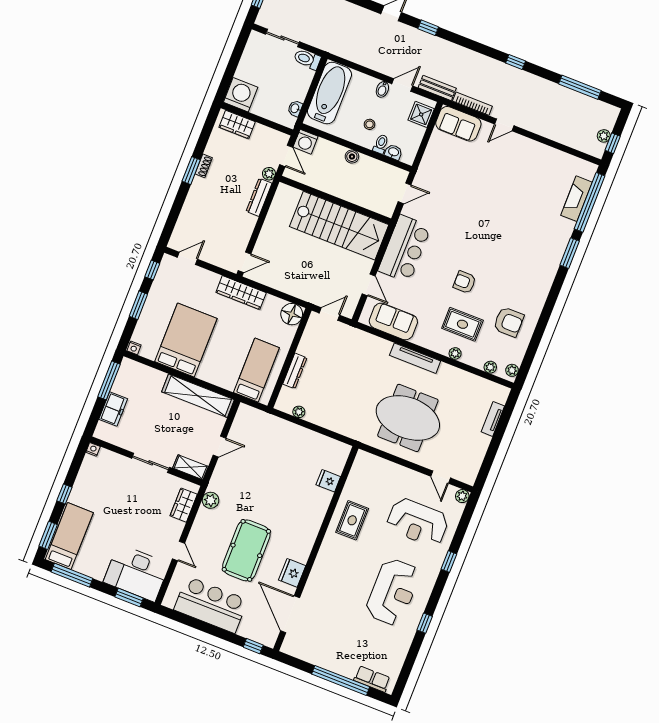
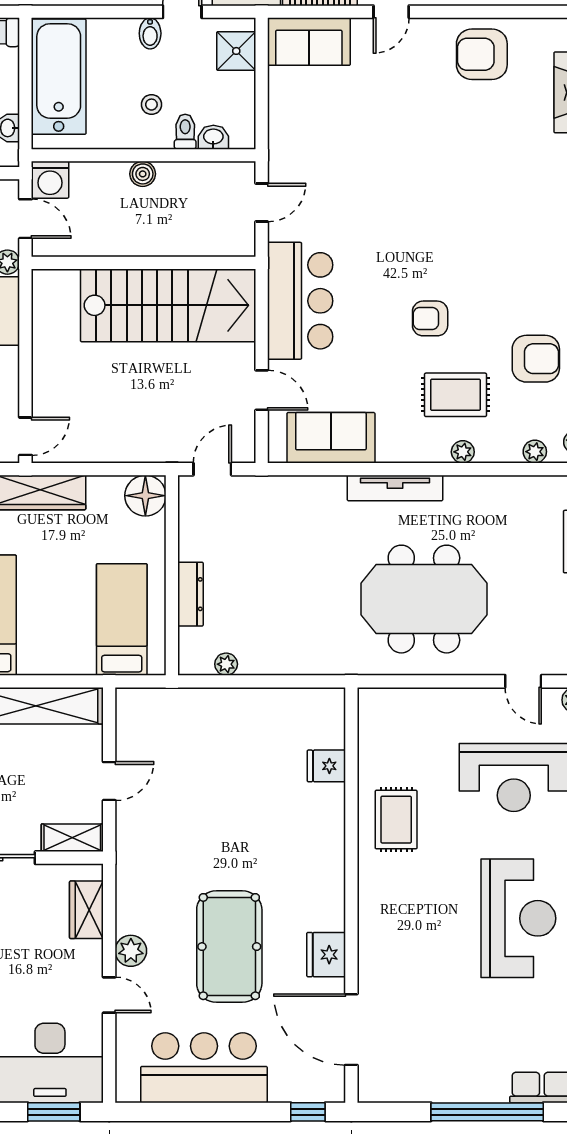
armchair: (540, 163) -> (482, 54), added
plant: (211, 500) -> (131, 951), moved

